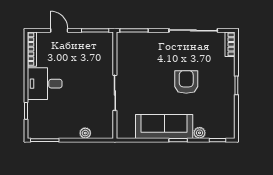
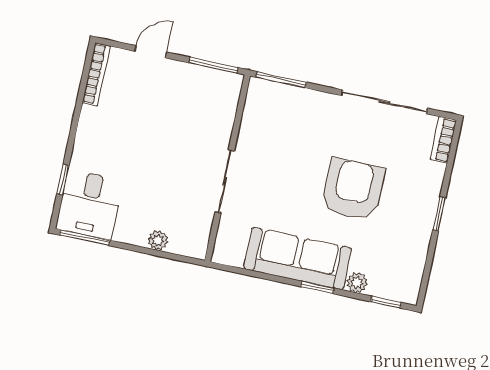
door: (59, 30) -> (151, 52), hinge flipped
armchair: (186, 82) -> (353, 189), width x1.36, depth x1.36
desk: (45, 84) -> (89, 204), moved, turned -90

